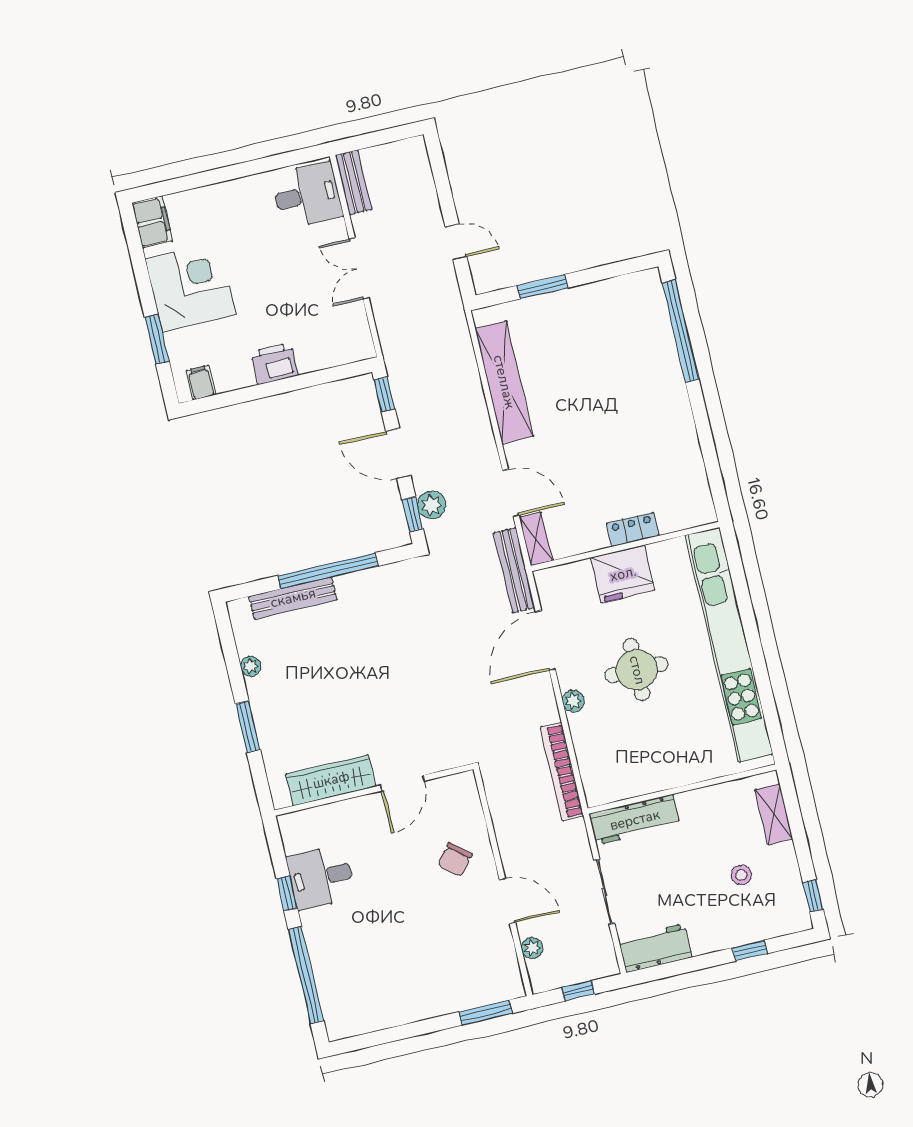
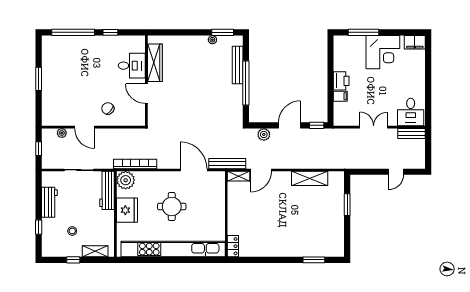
door: (456, 242) -> (396, 172), moved
window: (681, 331) -> (314, 260), width x0.47
window: (157, 339) -> (364, 32), width x1.44
filing cabinet: (201, 382) -> (340, 96), moved
shelving: (504, 382) -> (310, 178), width x0.68
window: (413, 514) -> (262, 125), removed
locker: (633, 529) -> (233, 246), moved
fridge: (623, 574) -> (127, 210), moved, turned 180
plant: (573, 701) -> (126, 180), moved, width x1.87, depth x1.87
window: (248, 727) -> (223, 32), moved
desk: (321, 877) -> (132, 66), moved, turned 90
window: (813, 896) -> (73, 260), moved
door: (507, 901) -> (85, 127), hinge flipped
workbench: (655, 948) -> (49, 202), moved
window: (486, 1013) -> (39, 79), moved

